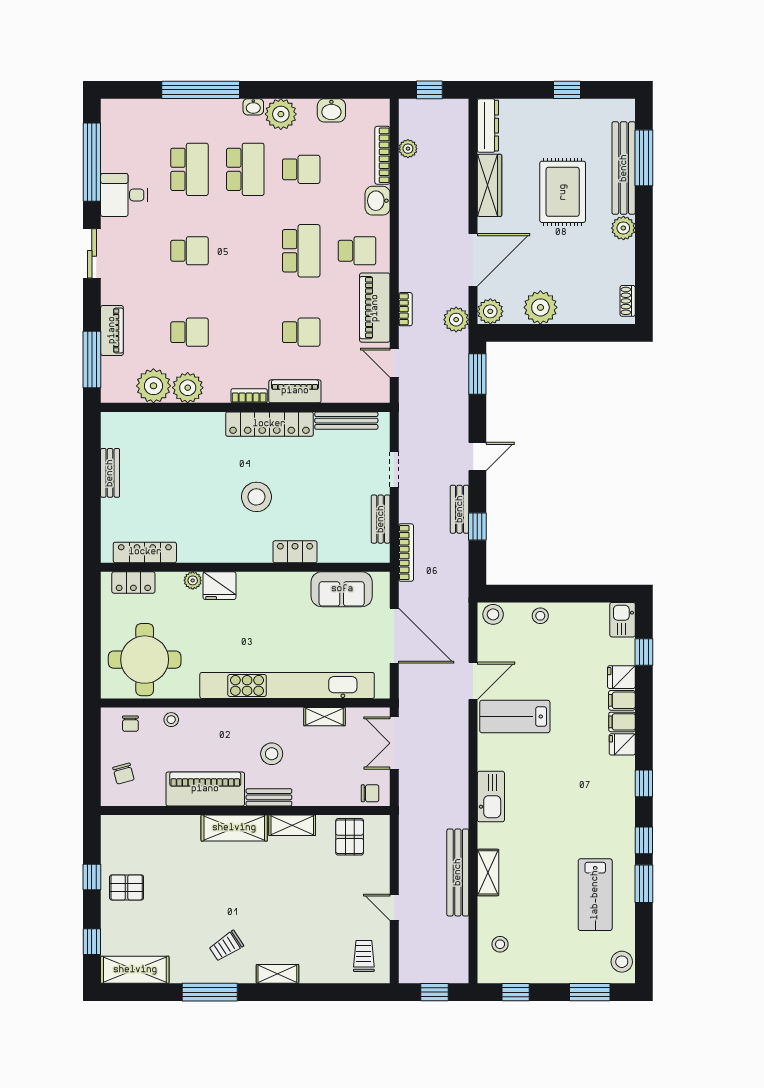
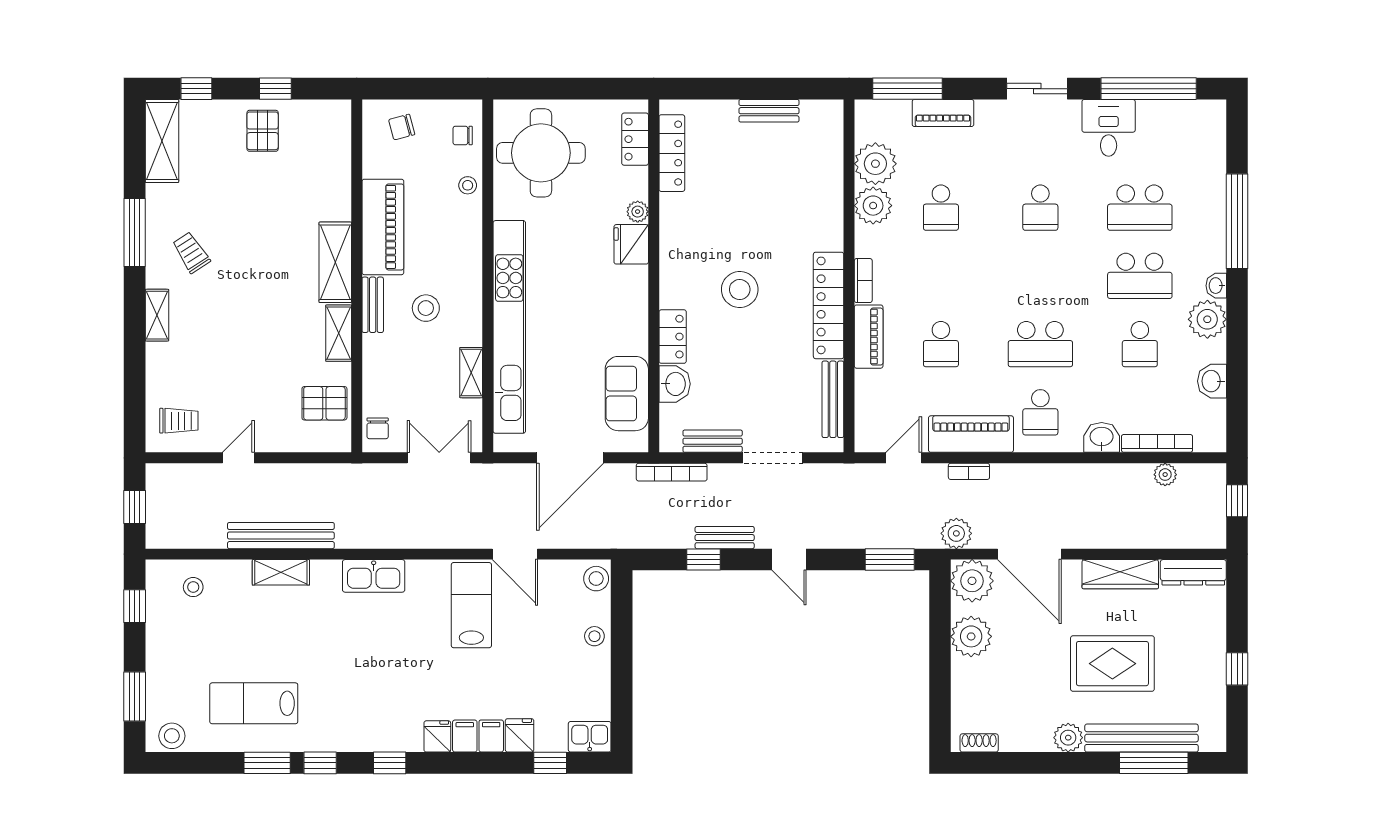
plant: (490, 311) -> (972, 581), width x1.36, depth x1.36
doorway: (394, 470) -> (773, 458), width x1.38
washbasin: (334, 550) -> (675, 384), added

